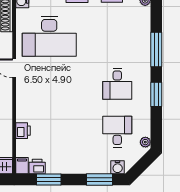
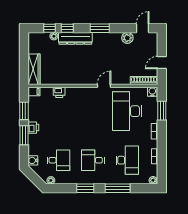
desk: (117, 36) -> (127, 160), added
printer: (37, 167) -> (33, 128), moved
window: (100, 179) -> (24, 135), moved

